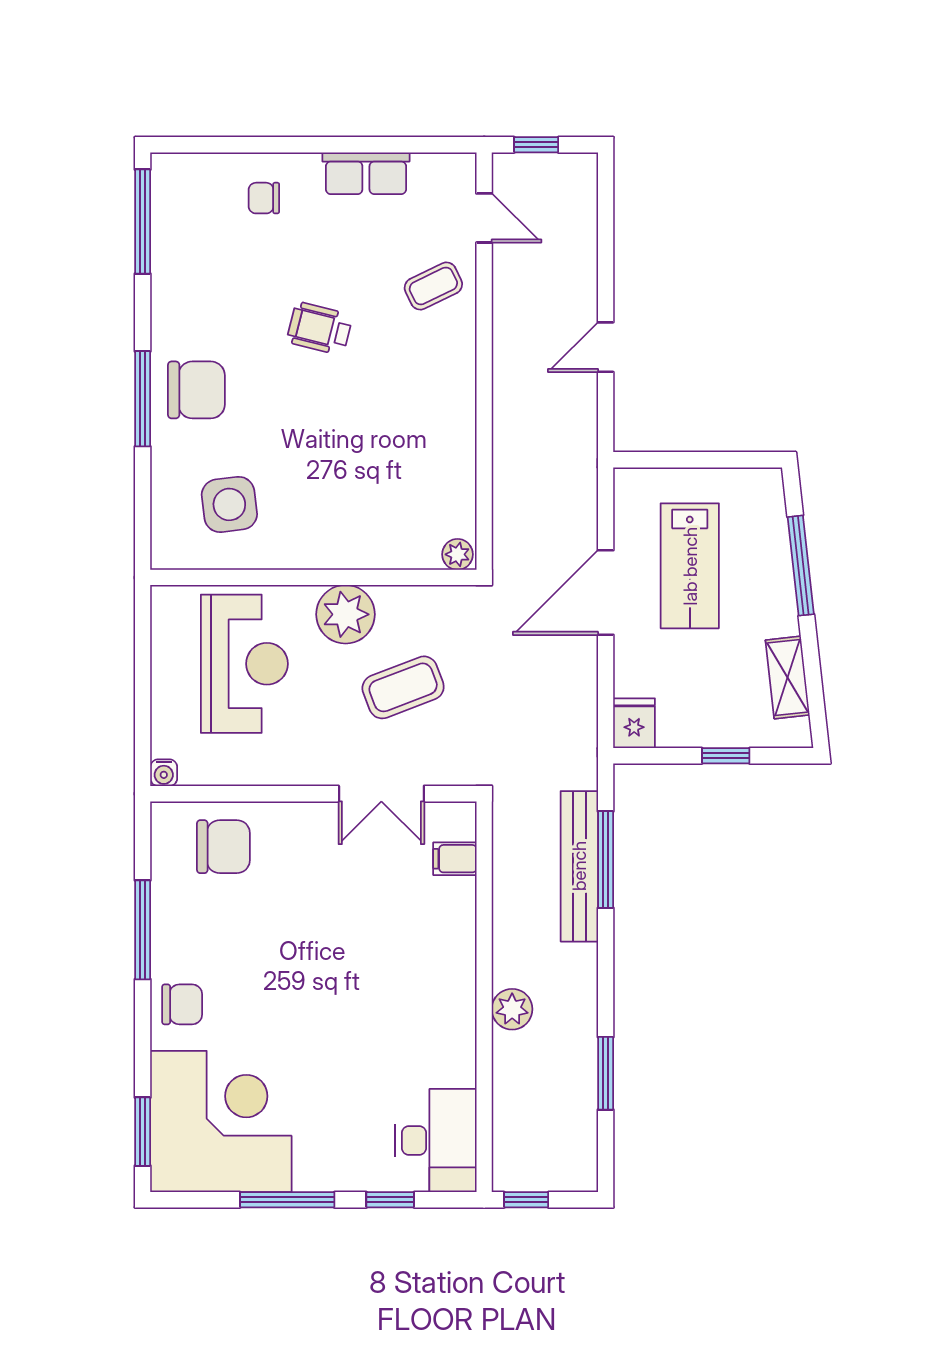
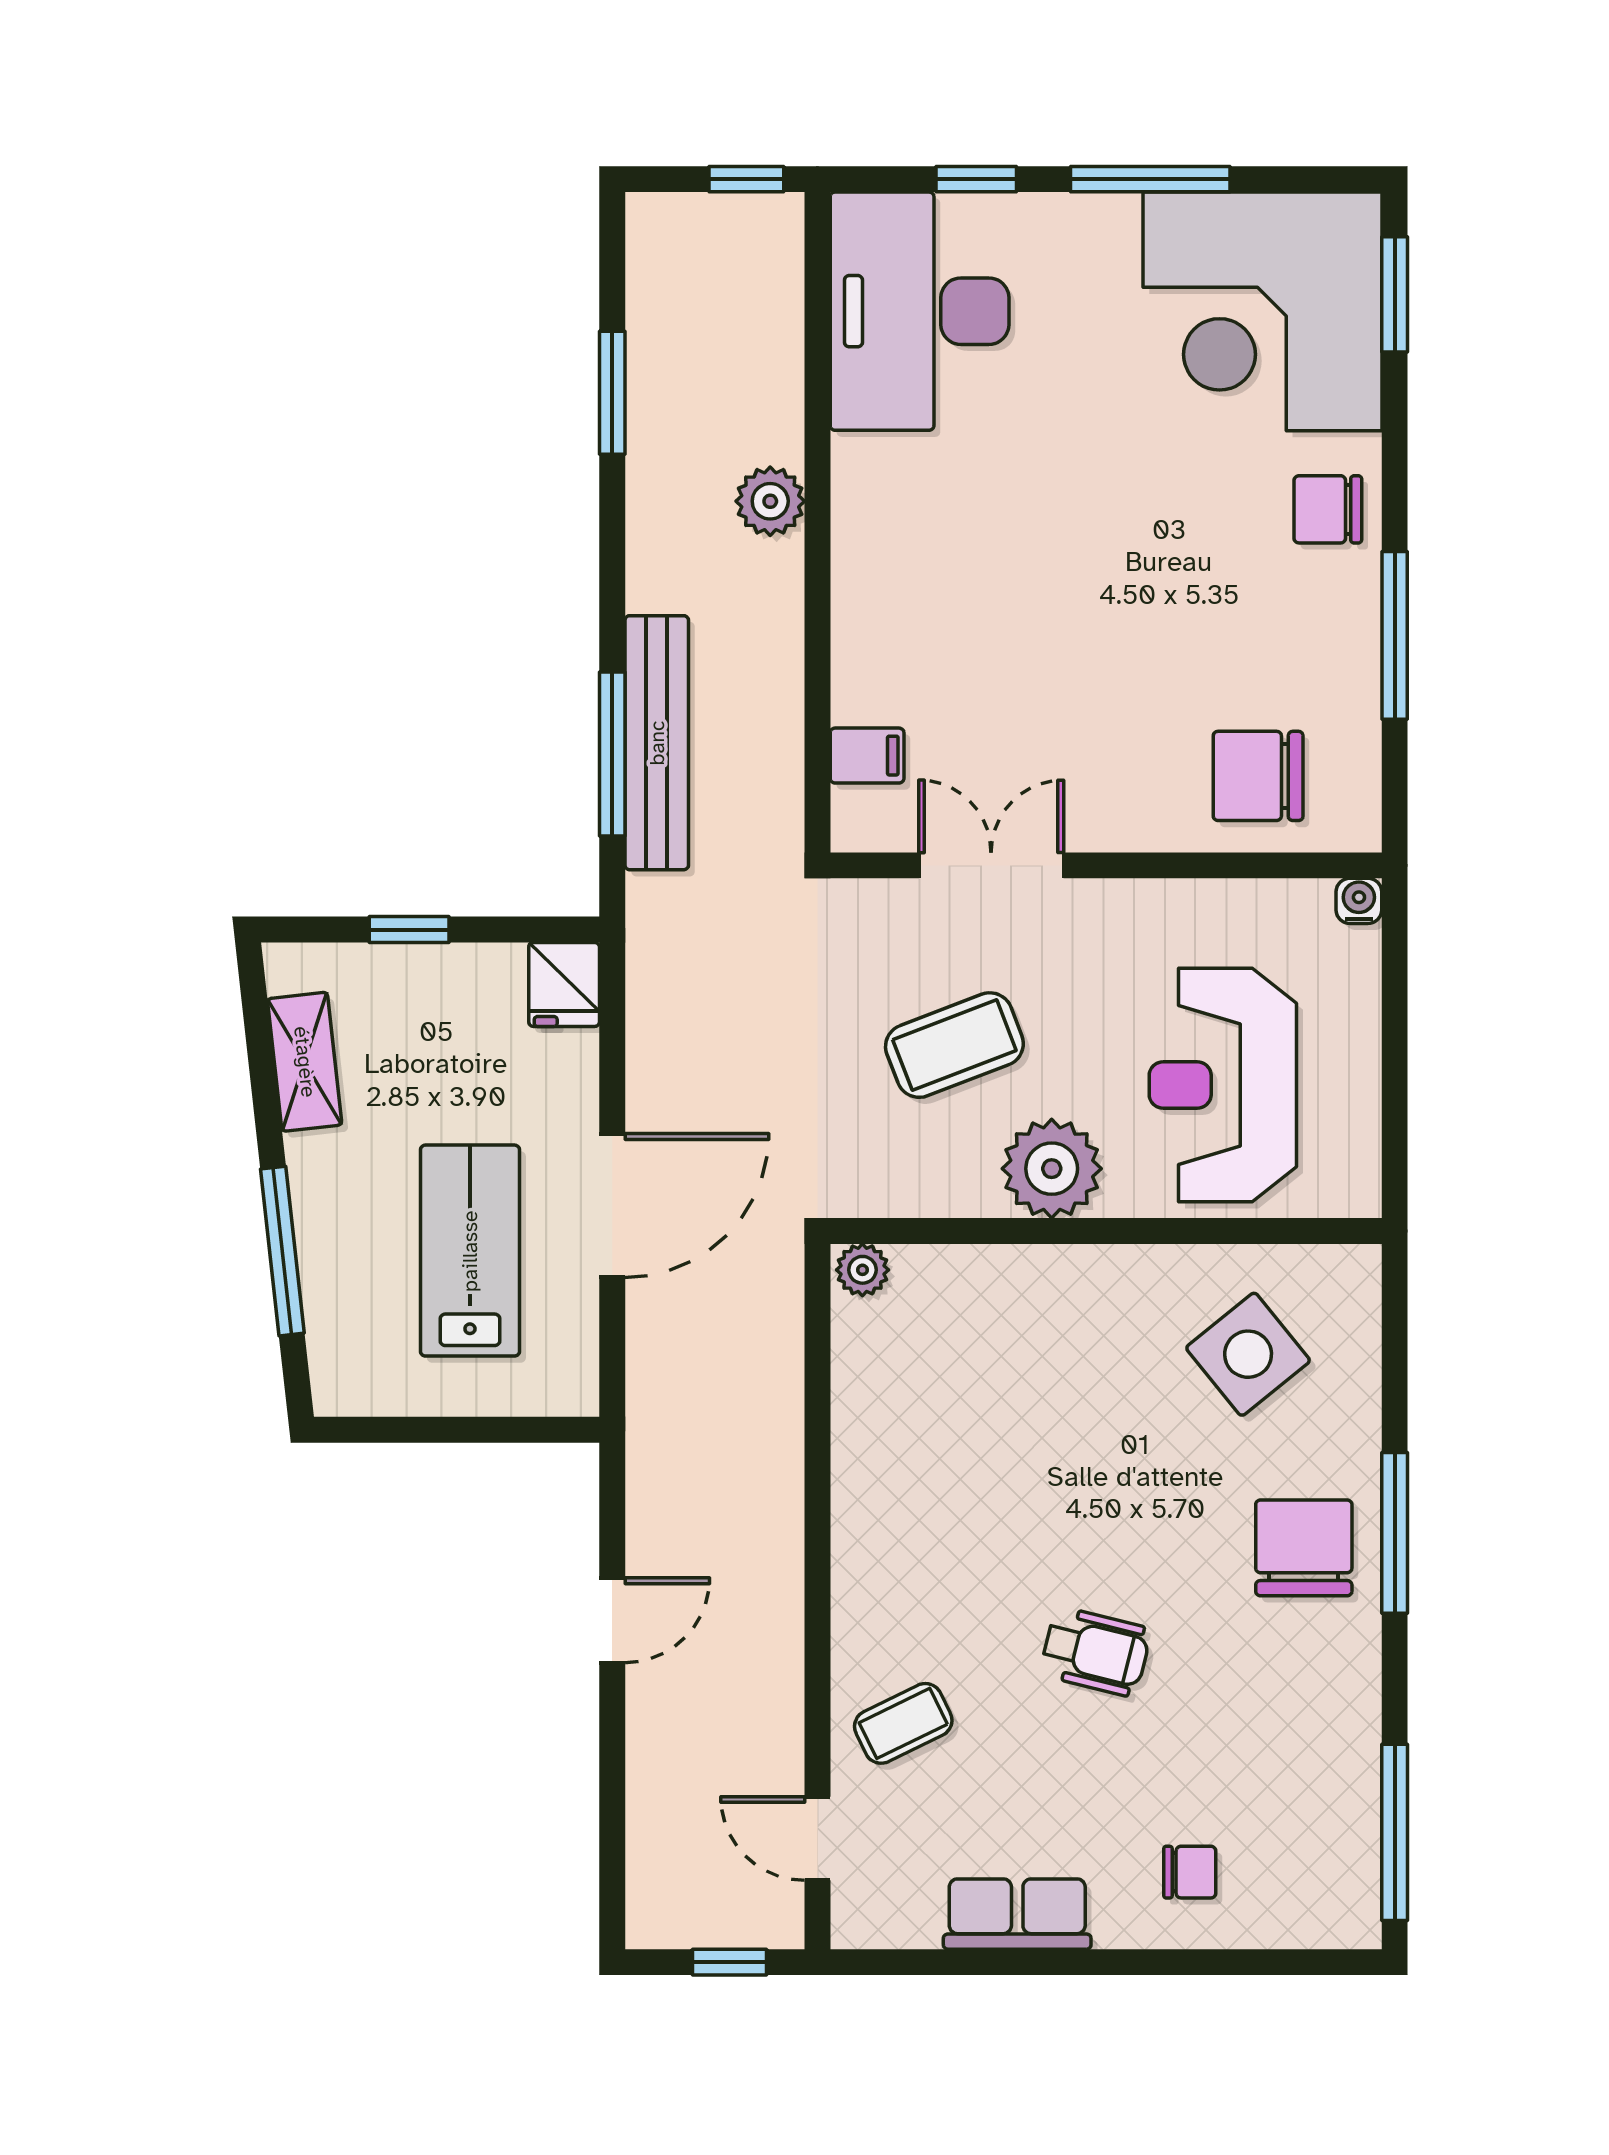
chair: (196, 390) -> (1304, 1548), turned 90
side table: (229, 504) -> (1248, 1354), turned -32
desk: (436, 1140) -> (920, 311), width x1.36, depth x1.30

